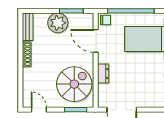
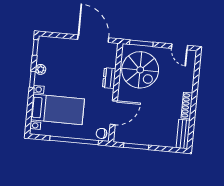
plant: (58, 23) -> (151, 135), removed
door: (96, 41) -> (114, 113), hinge flipped
spiral stairs: (74, 84) -> (140, 70), turned -90

